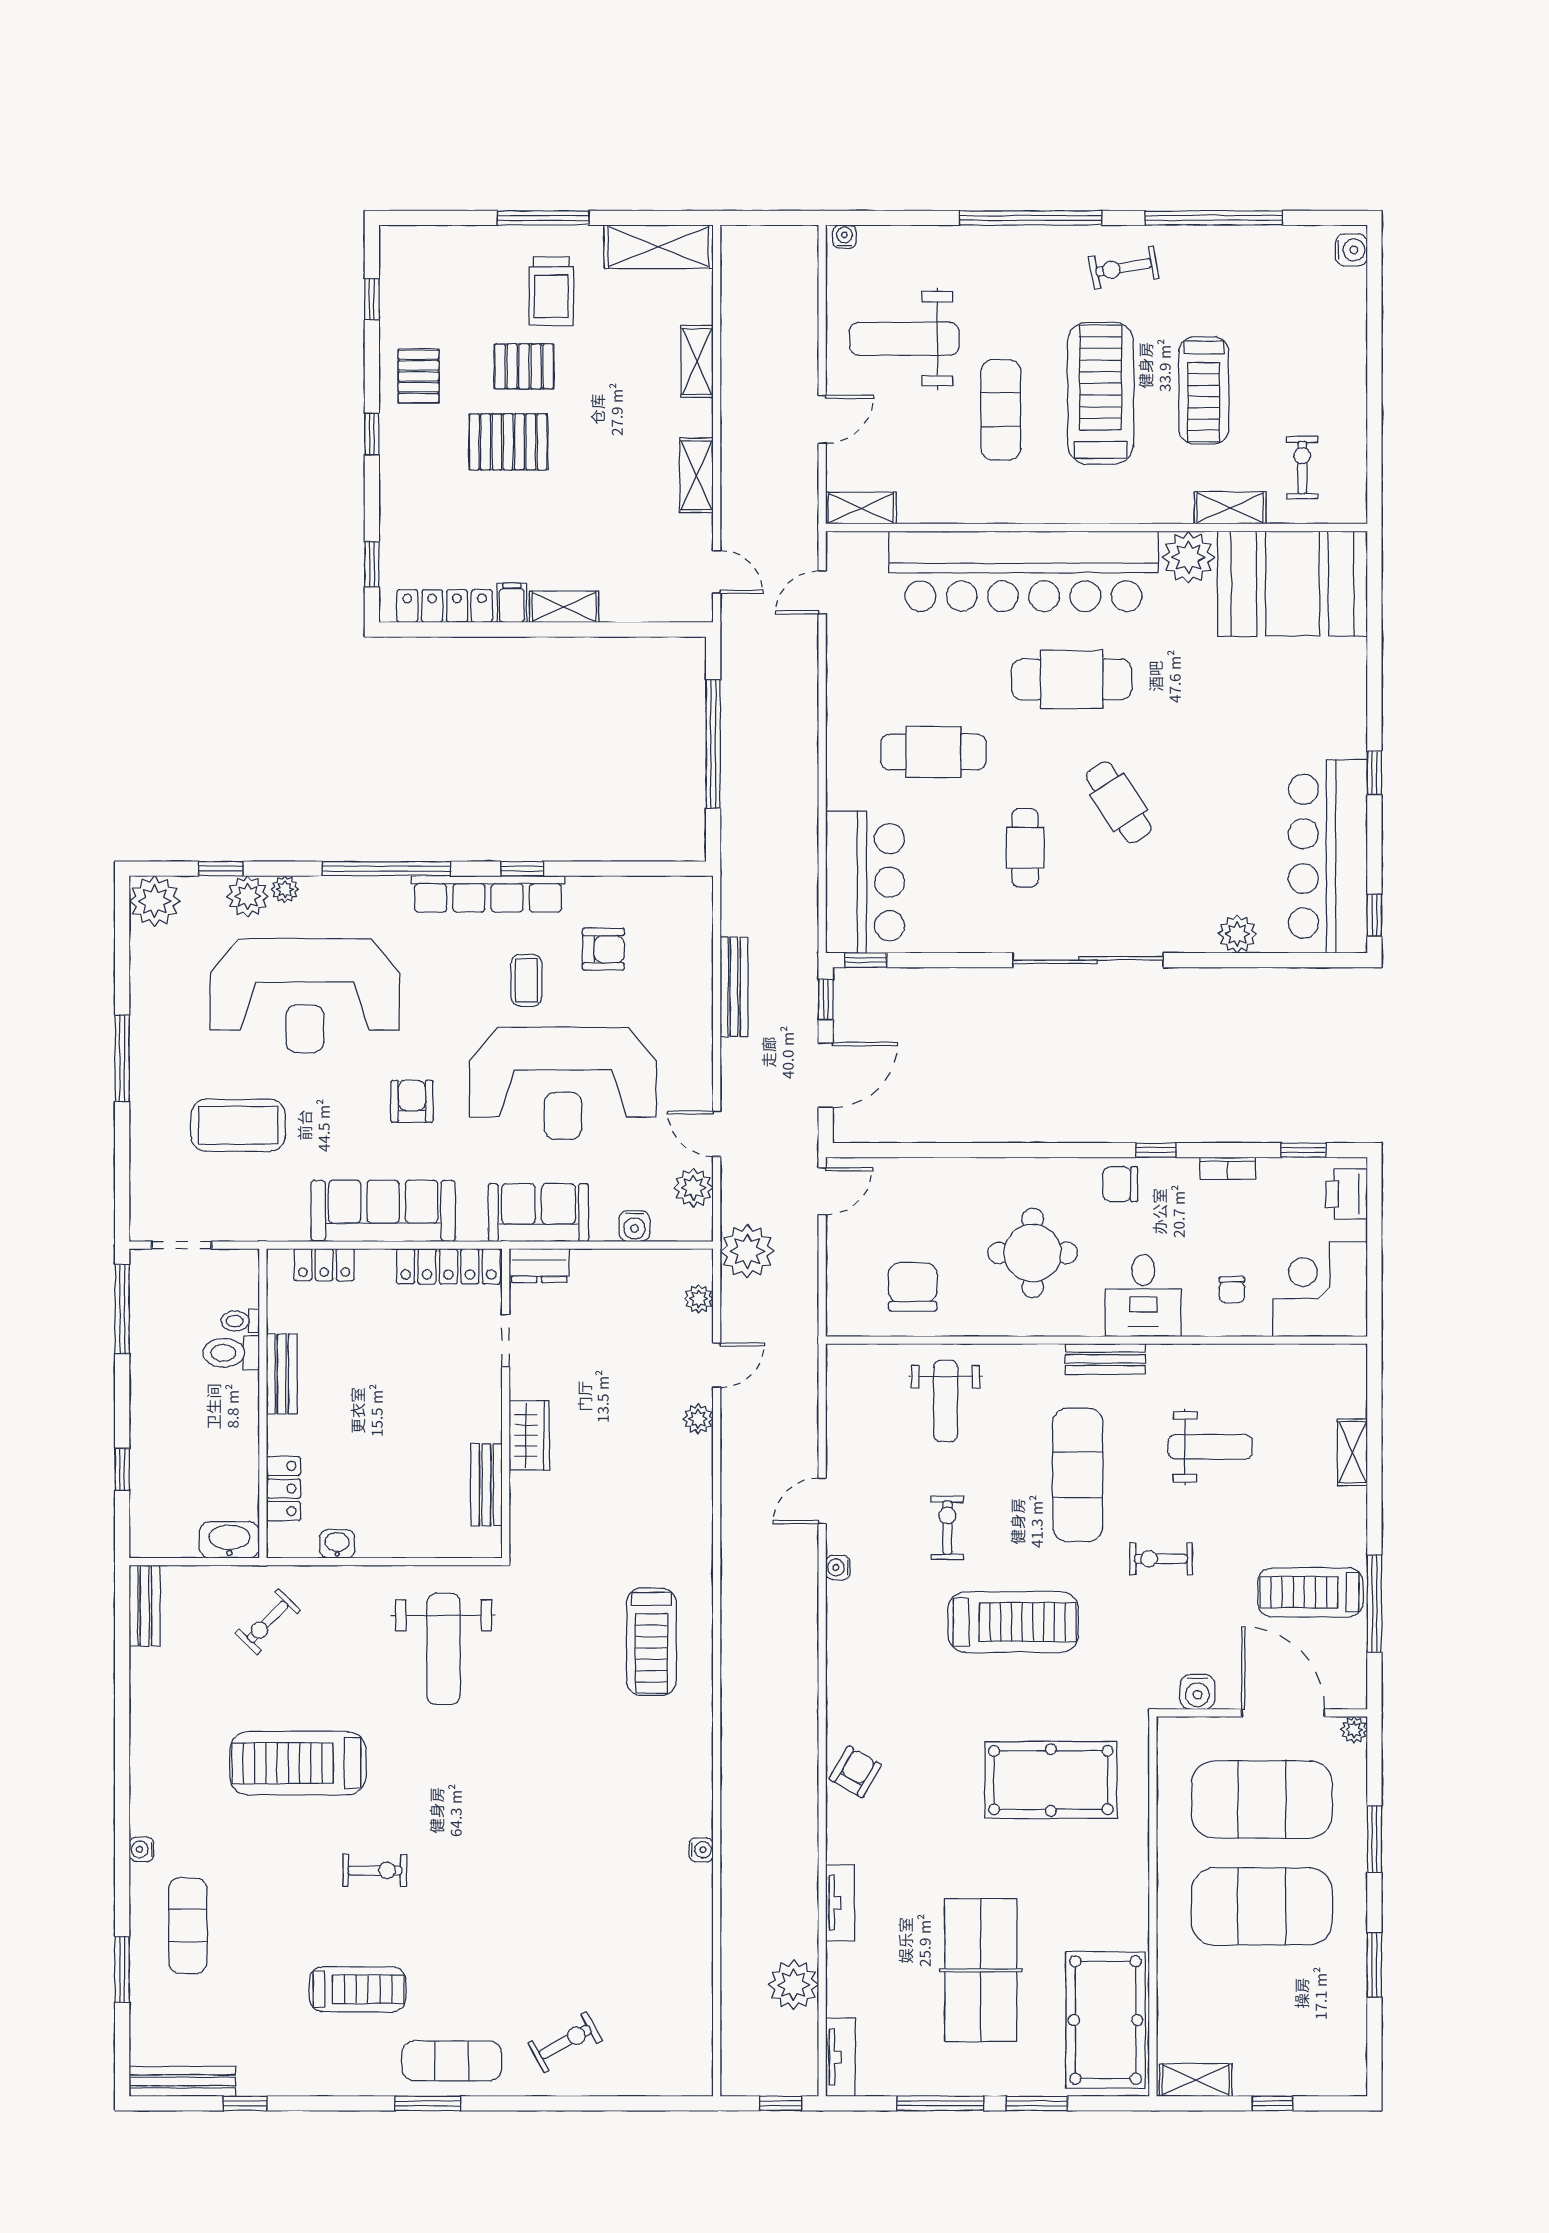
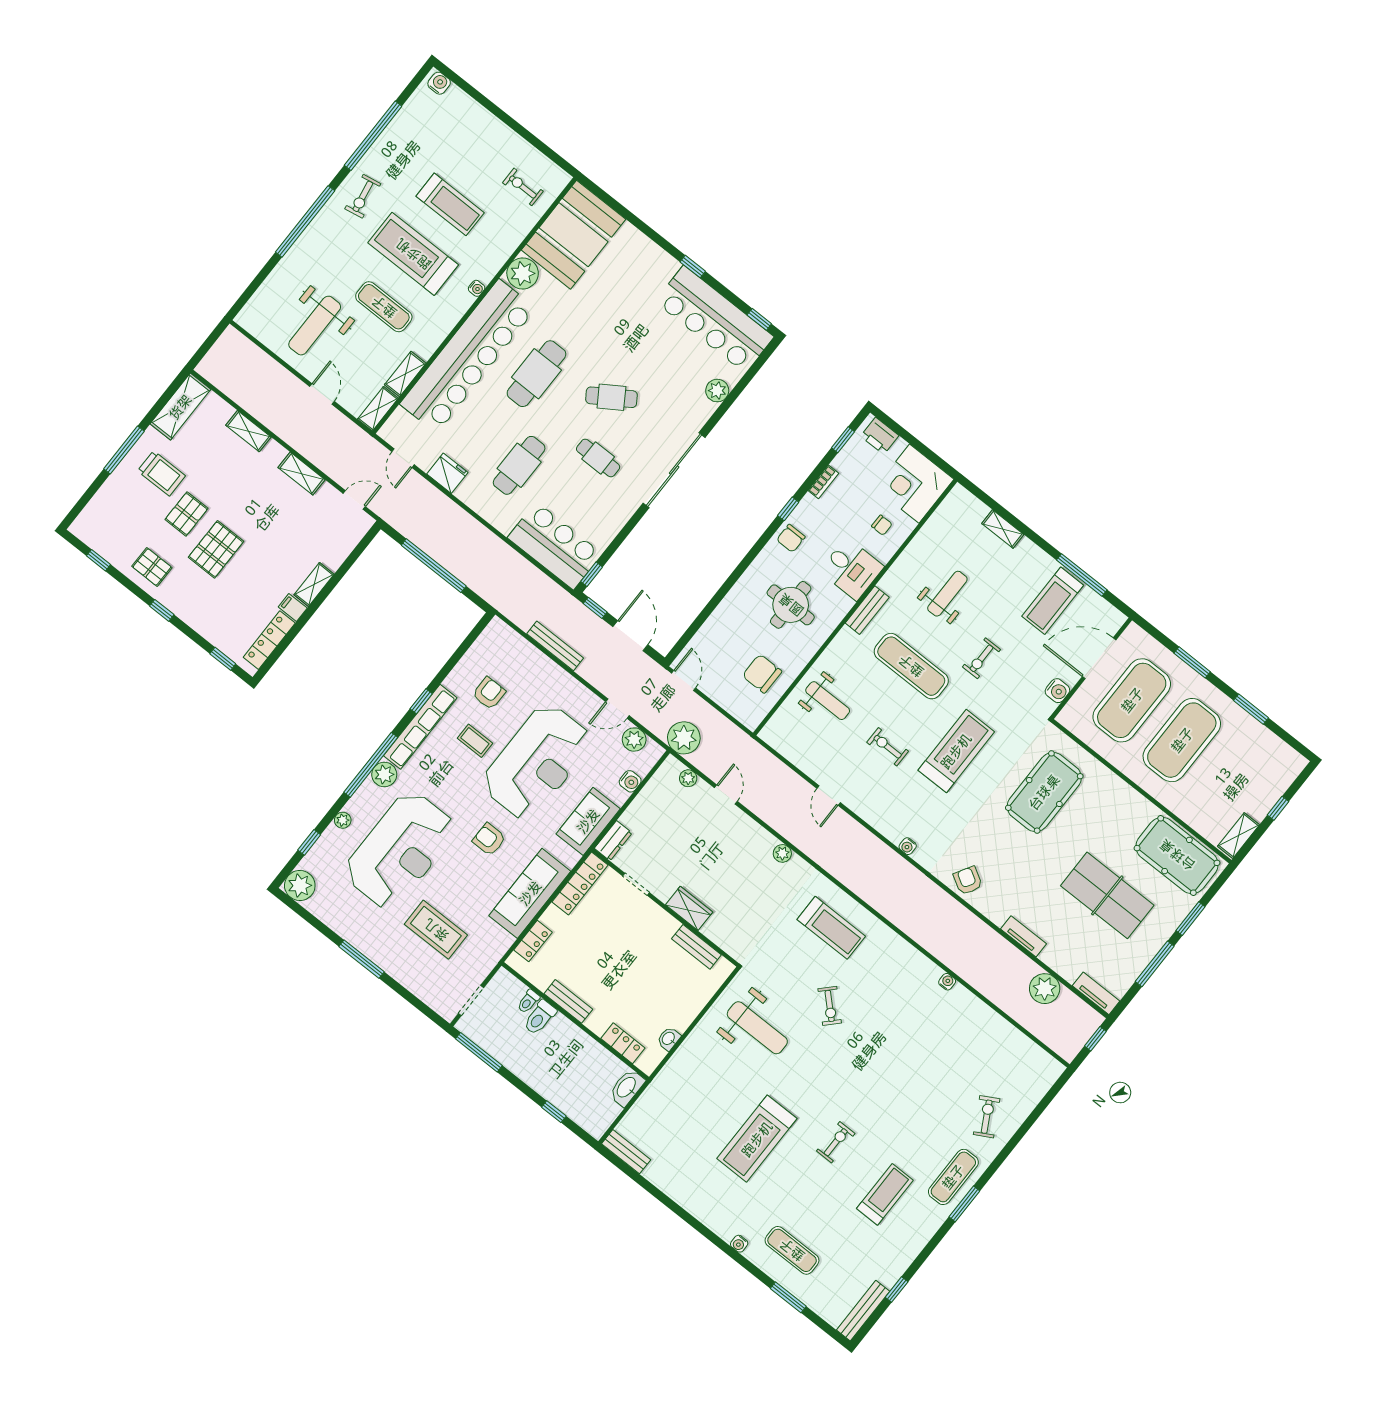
water cooler: (844, 237) -> (477, 288), moved, turned 180
shelving: (1230, 508) -> (405, 374), moved
fridge: (848, 666) -> (447, 473), added
plant: (248, 896) -> (384, 774), moved
coffee table: (238, 1125) -> (436, 930), turned 90
plant: (698, 1419) -> (782, 853), moved
water cooler: (838, 1567) -> (908, 846), moved
exercise bike: (268, 1622) -> (830, 1006), moved
plant: (1354, 1730) -> (1133, 631), removed

